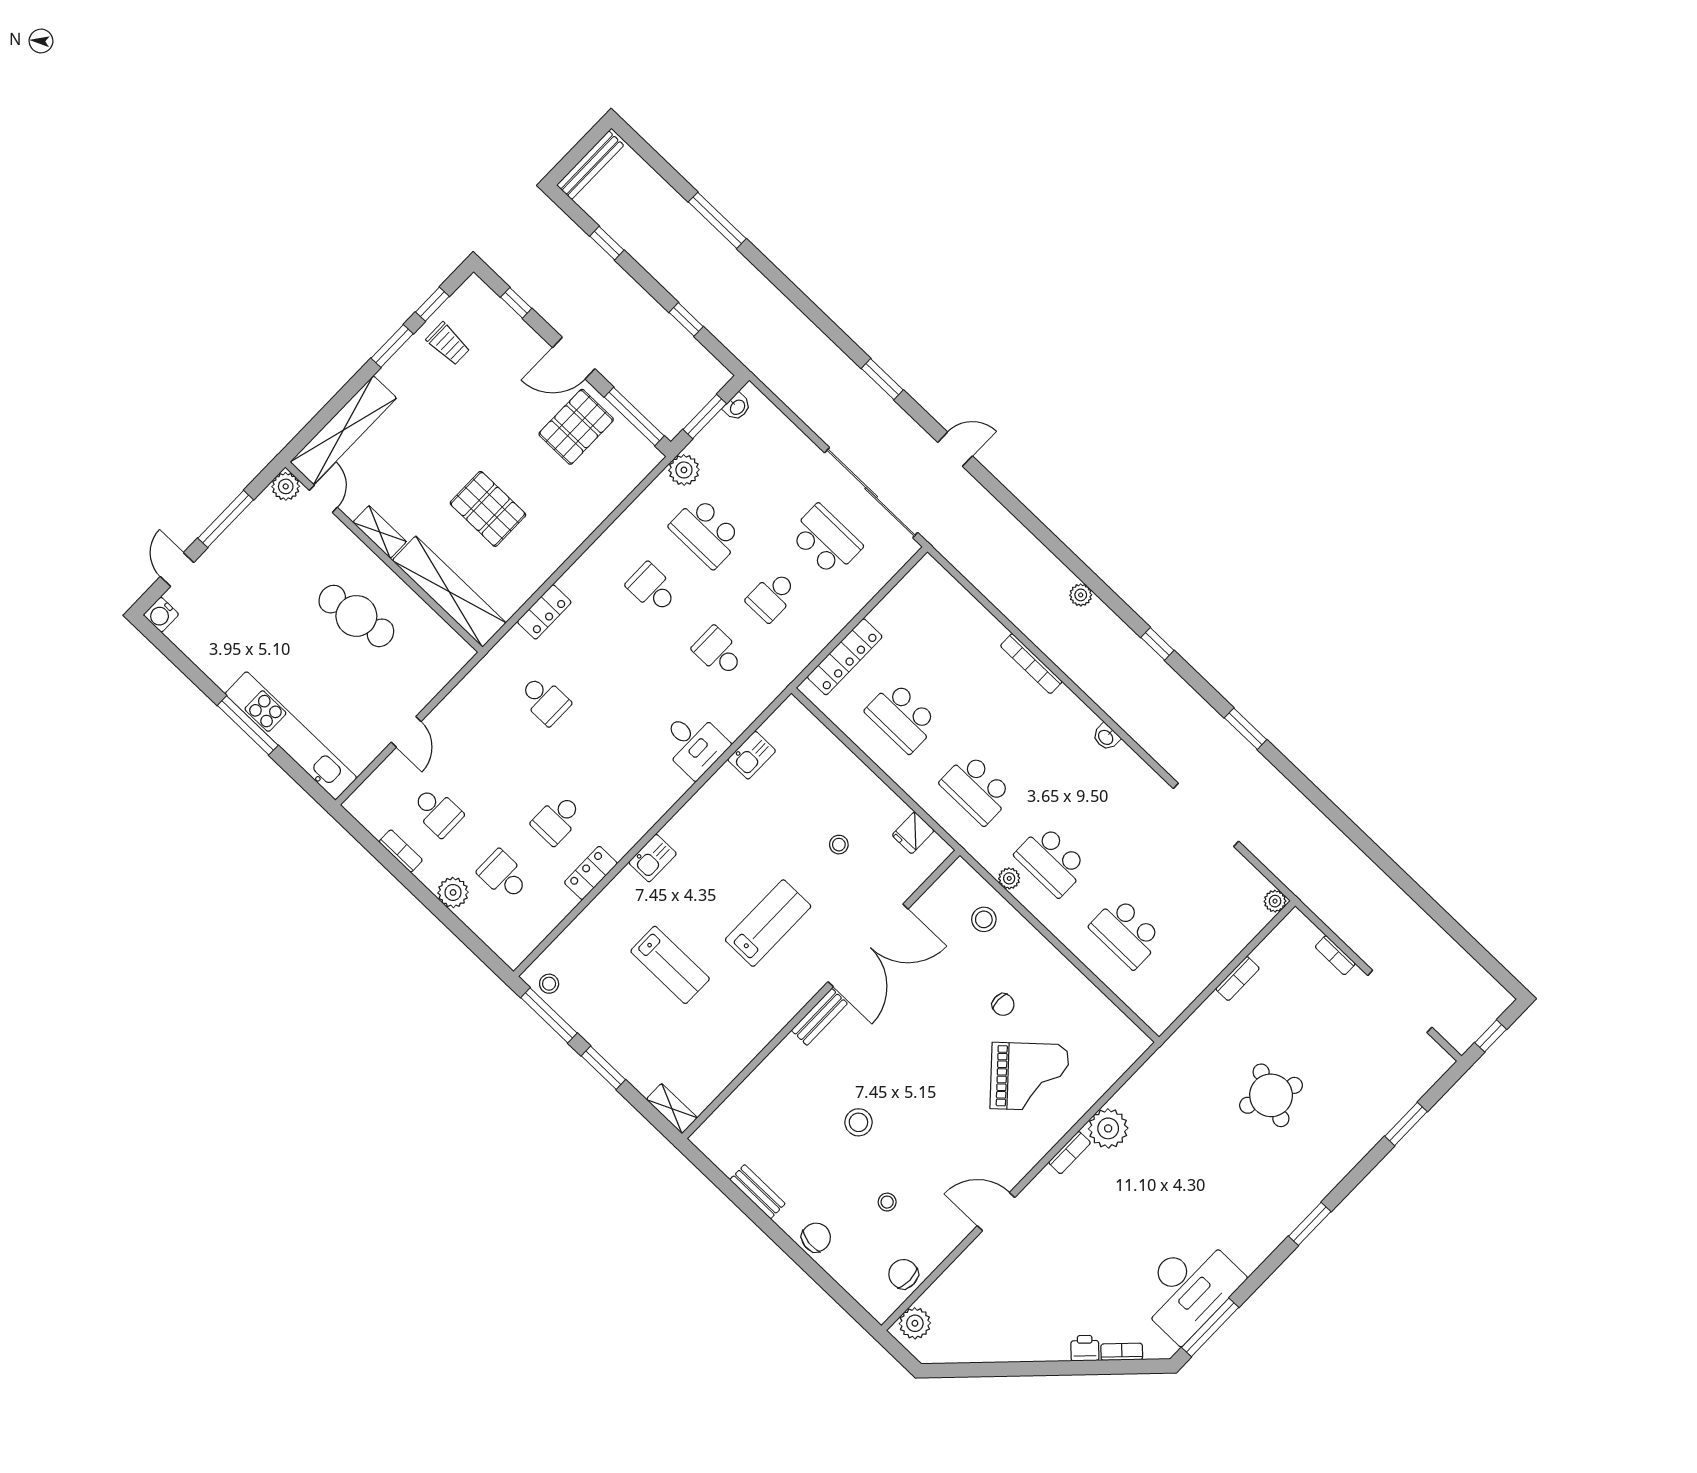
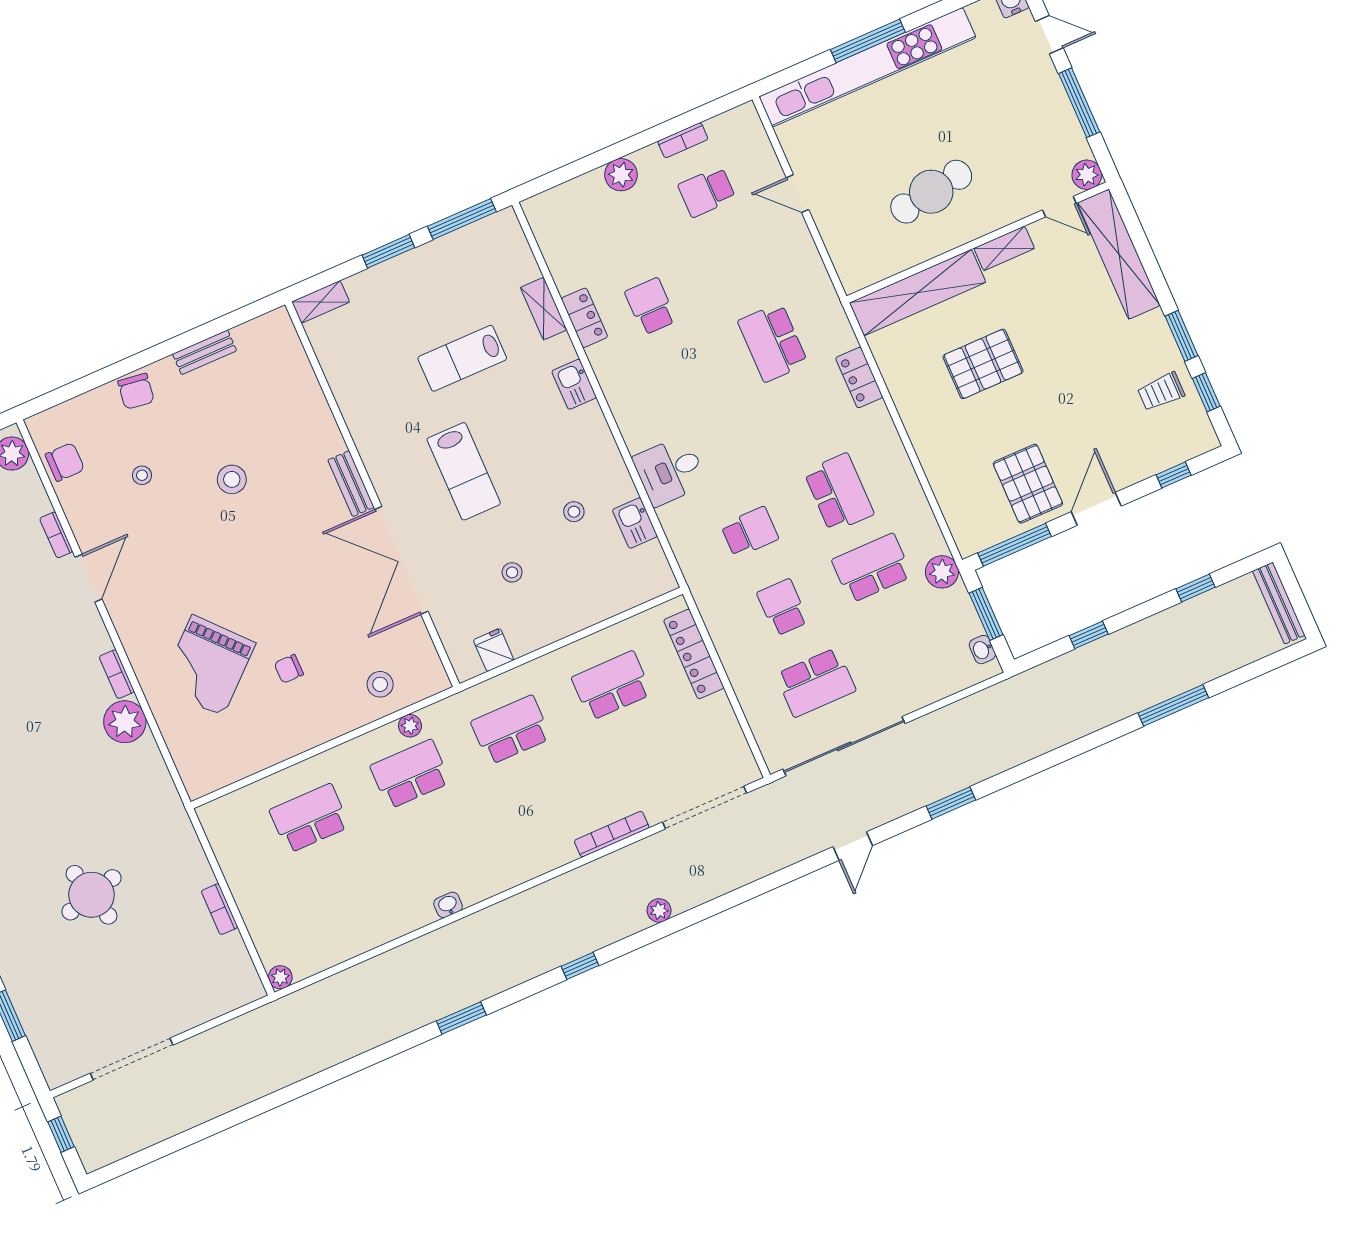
school desk: (652, 588) -> (839, 493), width x1.85
school desk: (545, 700) -> (773, 342), width x1.85
kitchen unit: (291, 736) -> (867, 67), width x1.36
washbasin: (1106, 737) -> (448, 905), moved
doorway: (1206, 815) -> (705, 808), moved
school desk: (503, 875) -> (618, 231), removed
shelving: (597, 912) -> (544, 309), added
bookcase: (1335, 955) -> (56, 535), moved, turned -90
stool: (549, 984) -> (574, 512), moved
round table: (1271, 1095) -> (91, 895), turned -38

